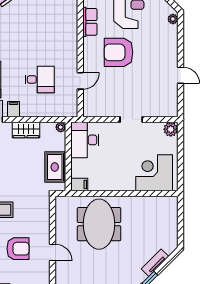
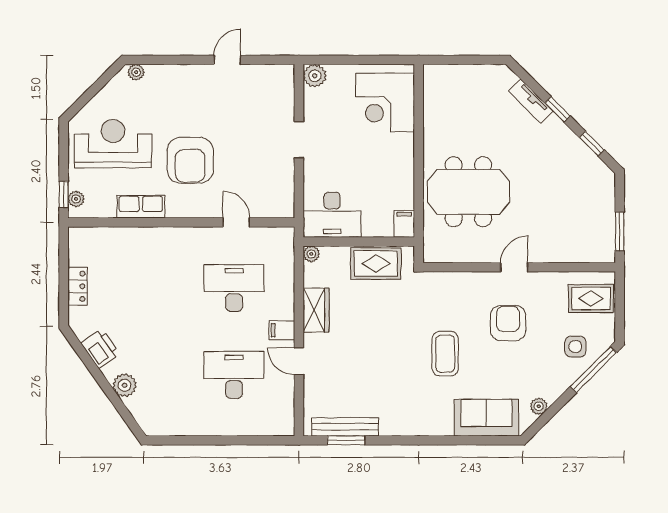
desk: (40, 79) -> (234, 288), width x1.37

